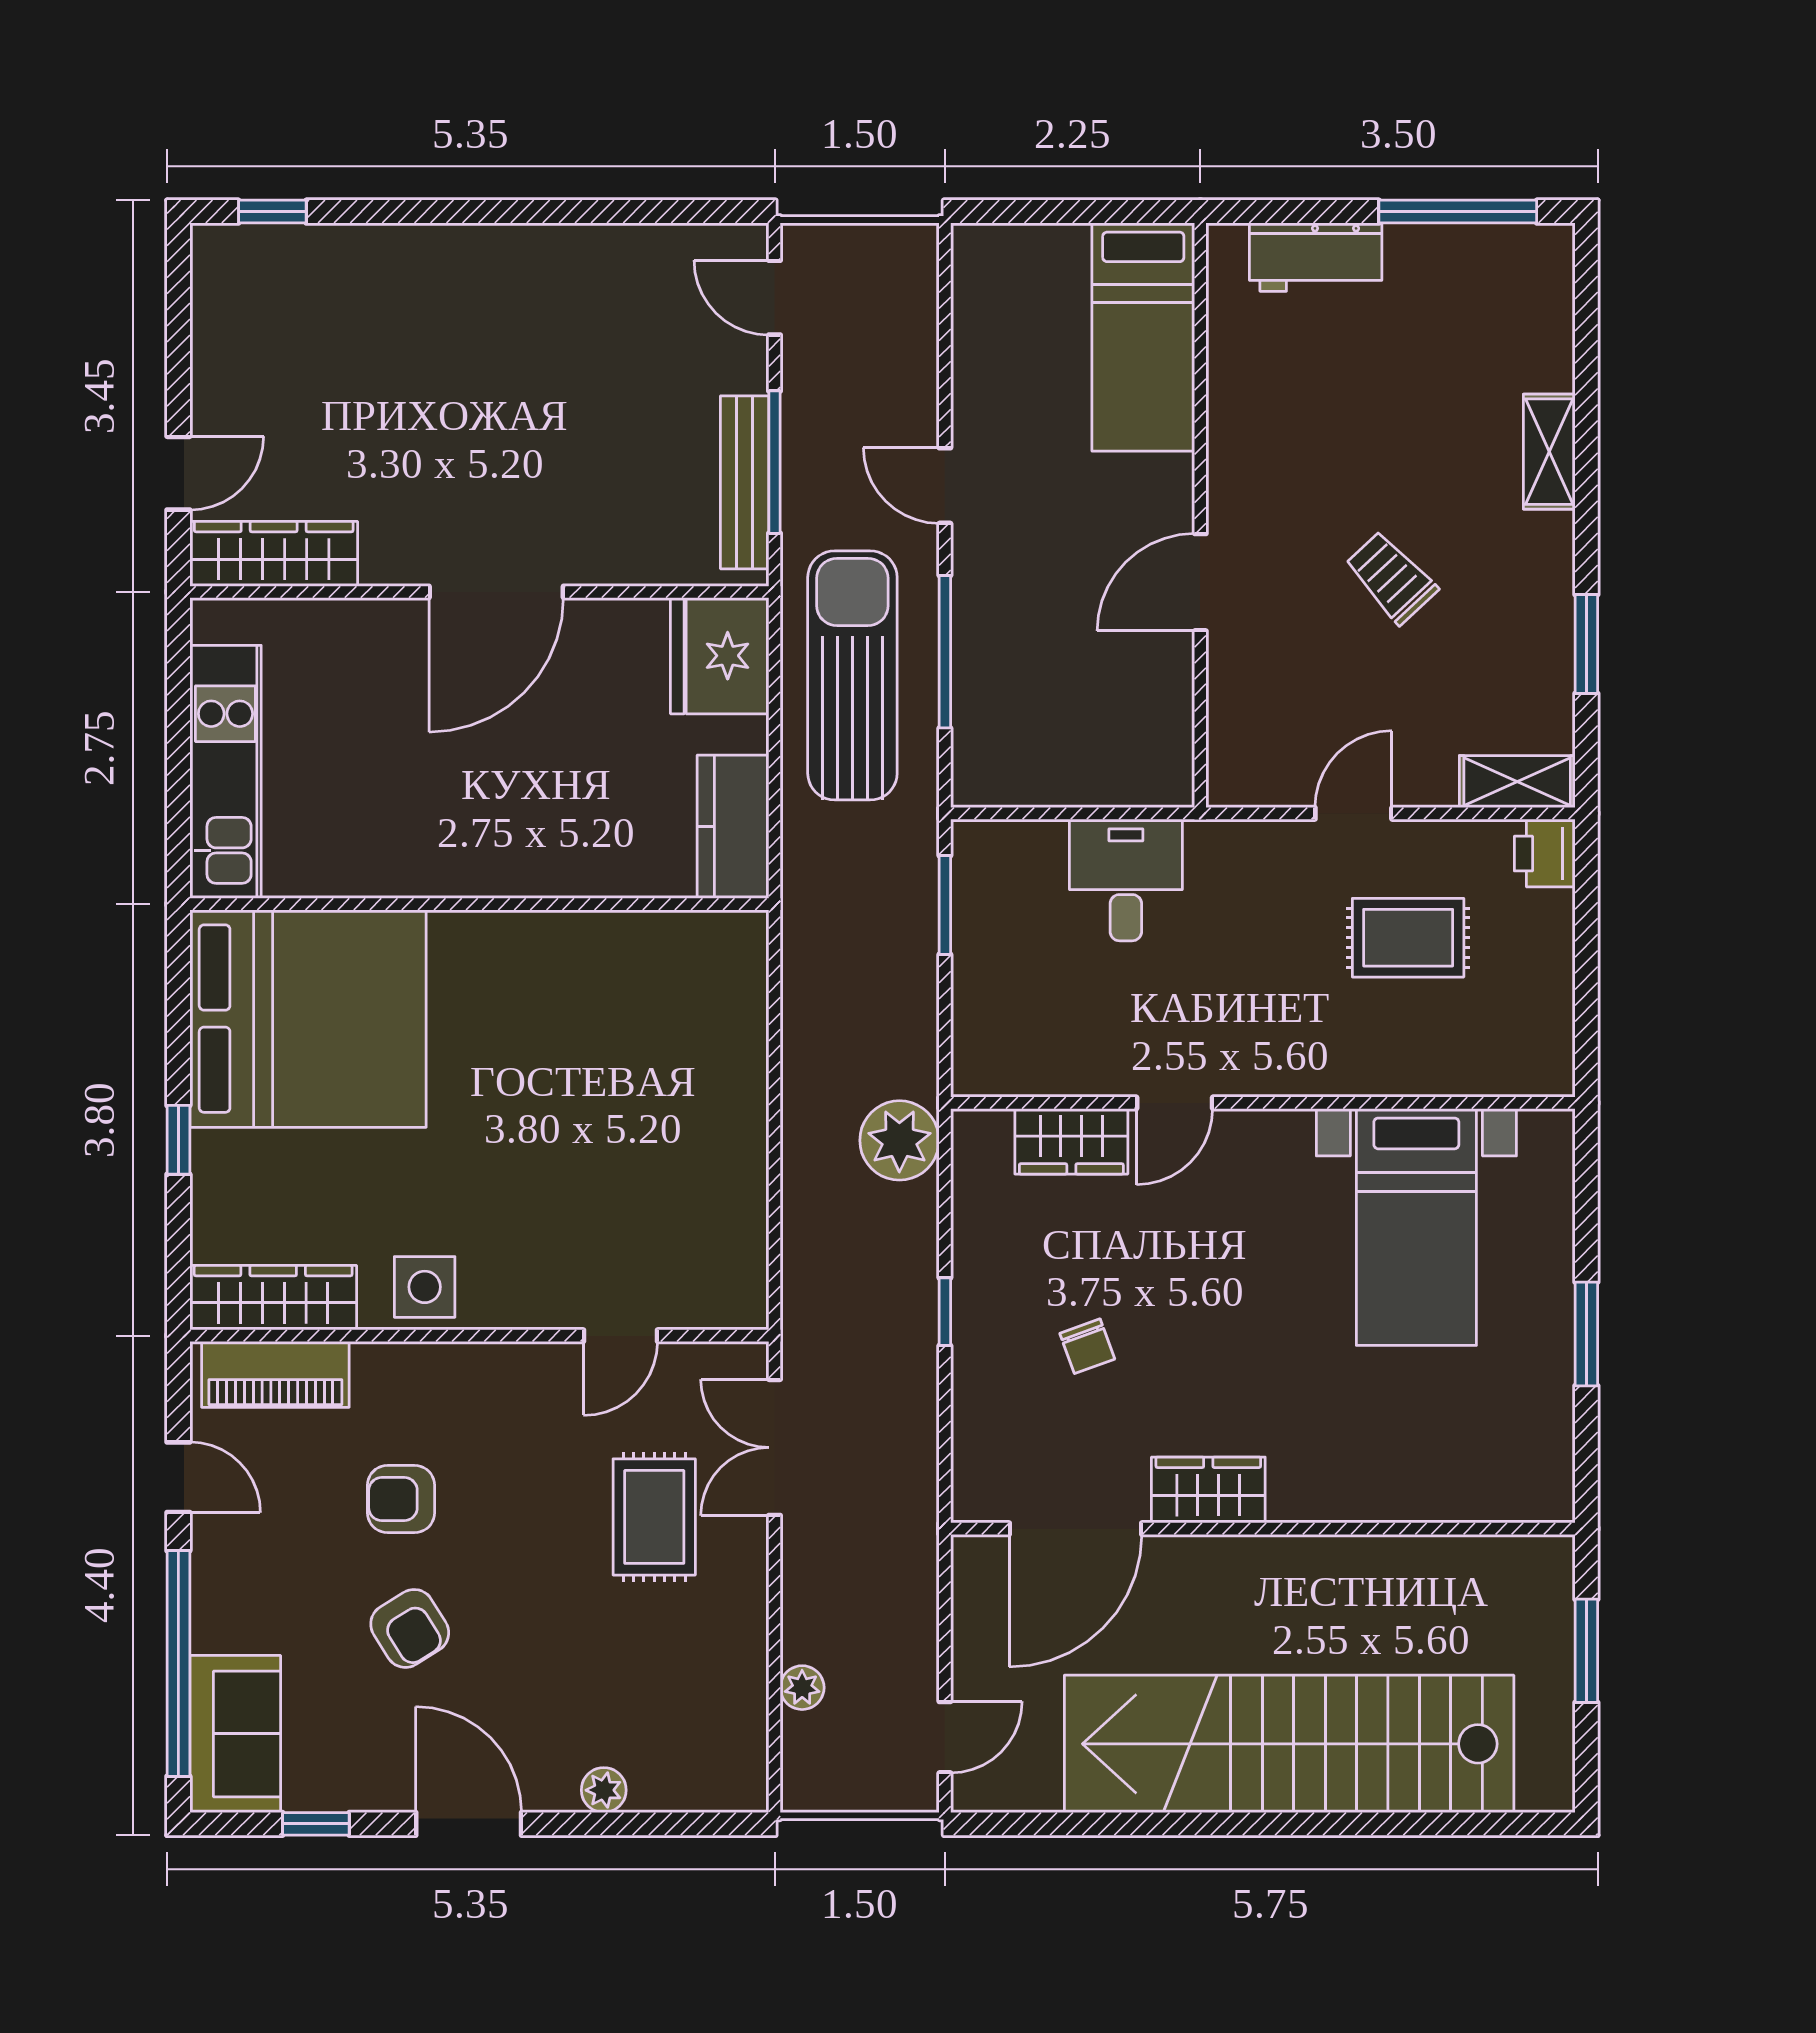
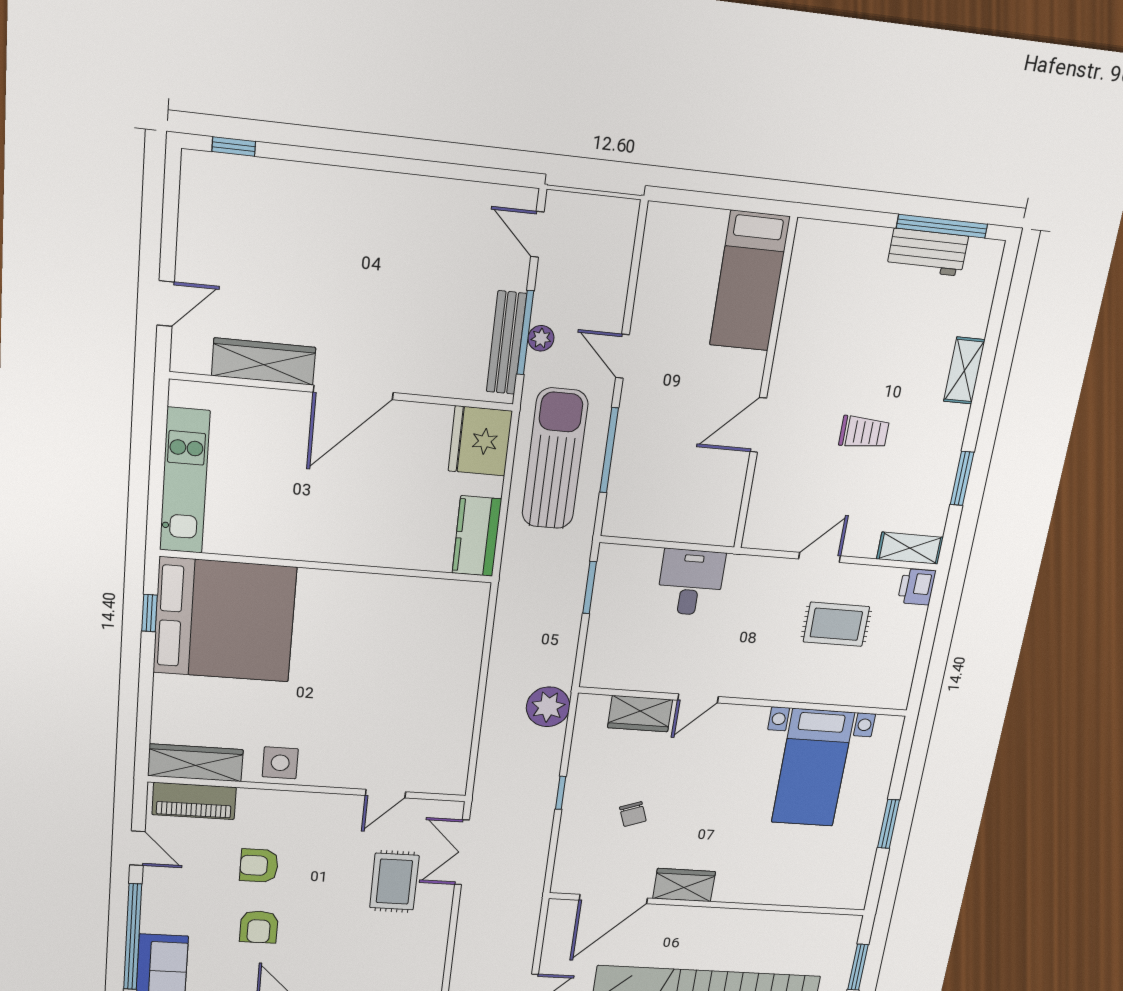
workbench: (1316, 257) -> (928, 252), moved
wardrobe: (274, 554) -> (264, 362), moved
trolley: (1391, 577) -> (864, 432), turned 133
window: (178, 1140) -> (149, 613), moved
armchair: (410, 1628) -> (259, 927), turned 32
plant: (802, 1688) -> (541, 338), moved

